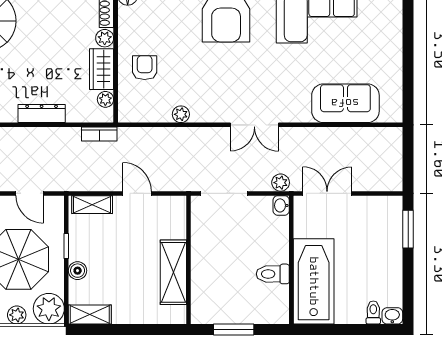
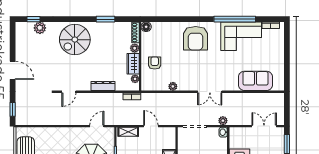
door: (30, 193) -> (97, 126), swing flipped
double door: (327, 193) -> (264, 126), moved

